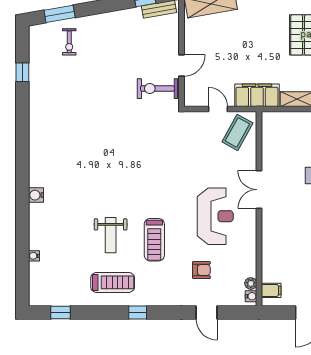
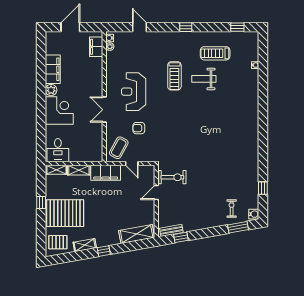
double door: (259, 190) -> (104, 110), swing flipped
water cooler: (36, 195) -> (254, 214), moved
weight bench: (111, 235) -> (204, 79), turned -90
treadmill: (154, 240) -> (174, 76), turned 180
armchair: (201, 270) -> (139, 128), moved
treadmill: (113, 282) -> (215, 53), moved
filing cabinet: (271, 290) -> (96, 47), width x2.00

